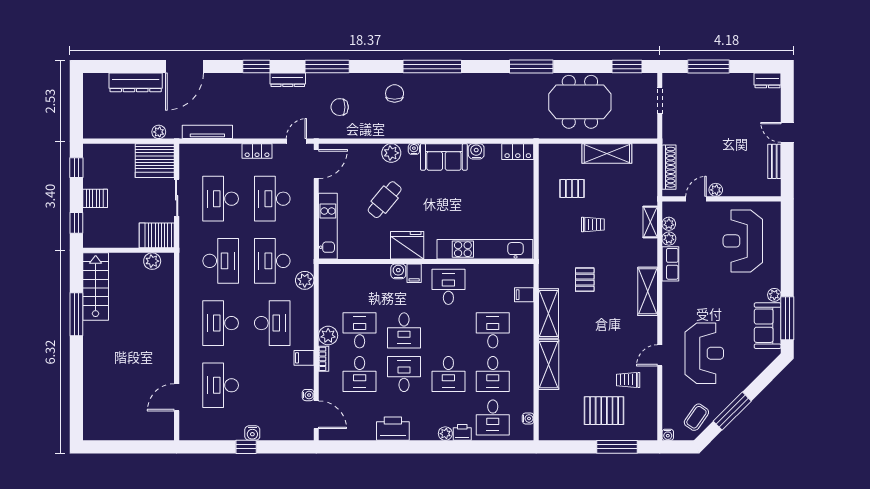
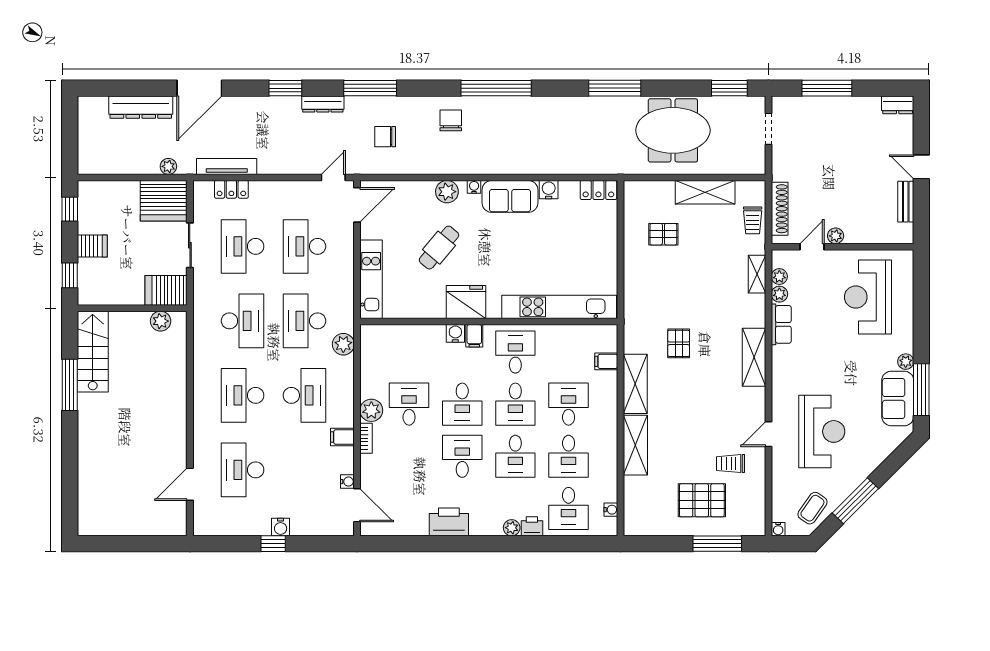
locker: (257, 151) -> (231, 189), moved
trolley: (593, 225) -> (753, 220), moved, turned 90
desk: (360, 374) -> (515, 404), moved

